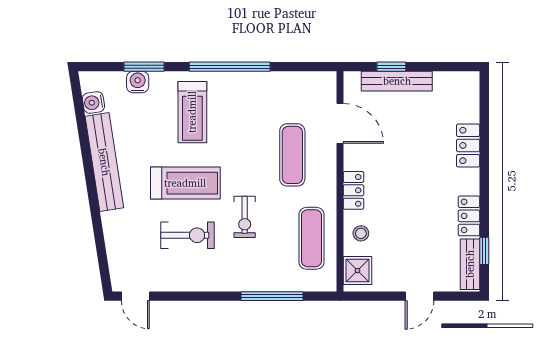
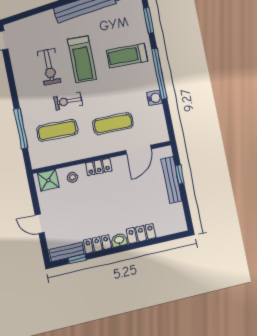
water cooler: (138, 82) -> (154, 98), moved
washbasin: (471, 181) -> (119, 240), added
exercise mat: (311, 238) -> (57, 130), moved

